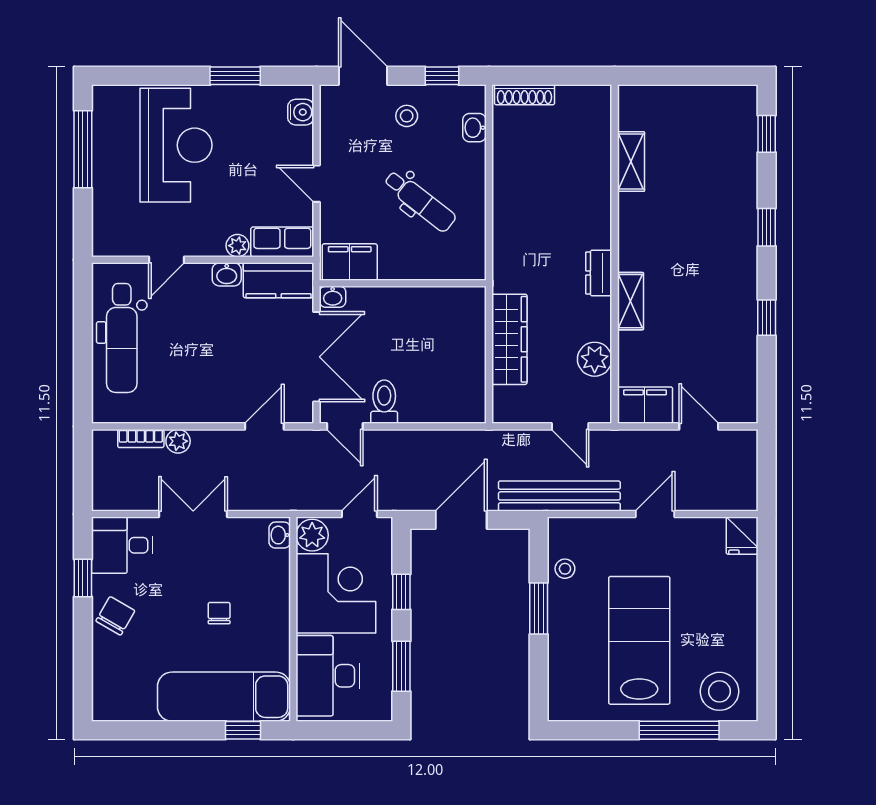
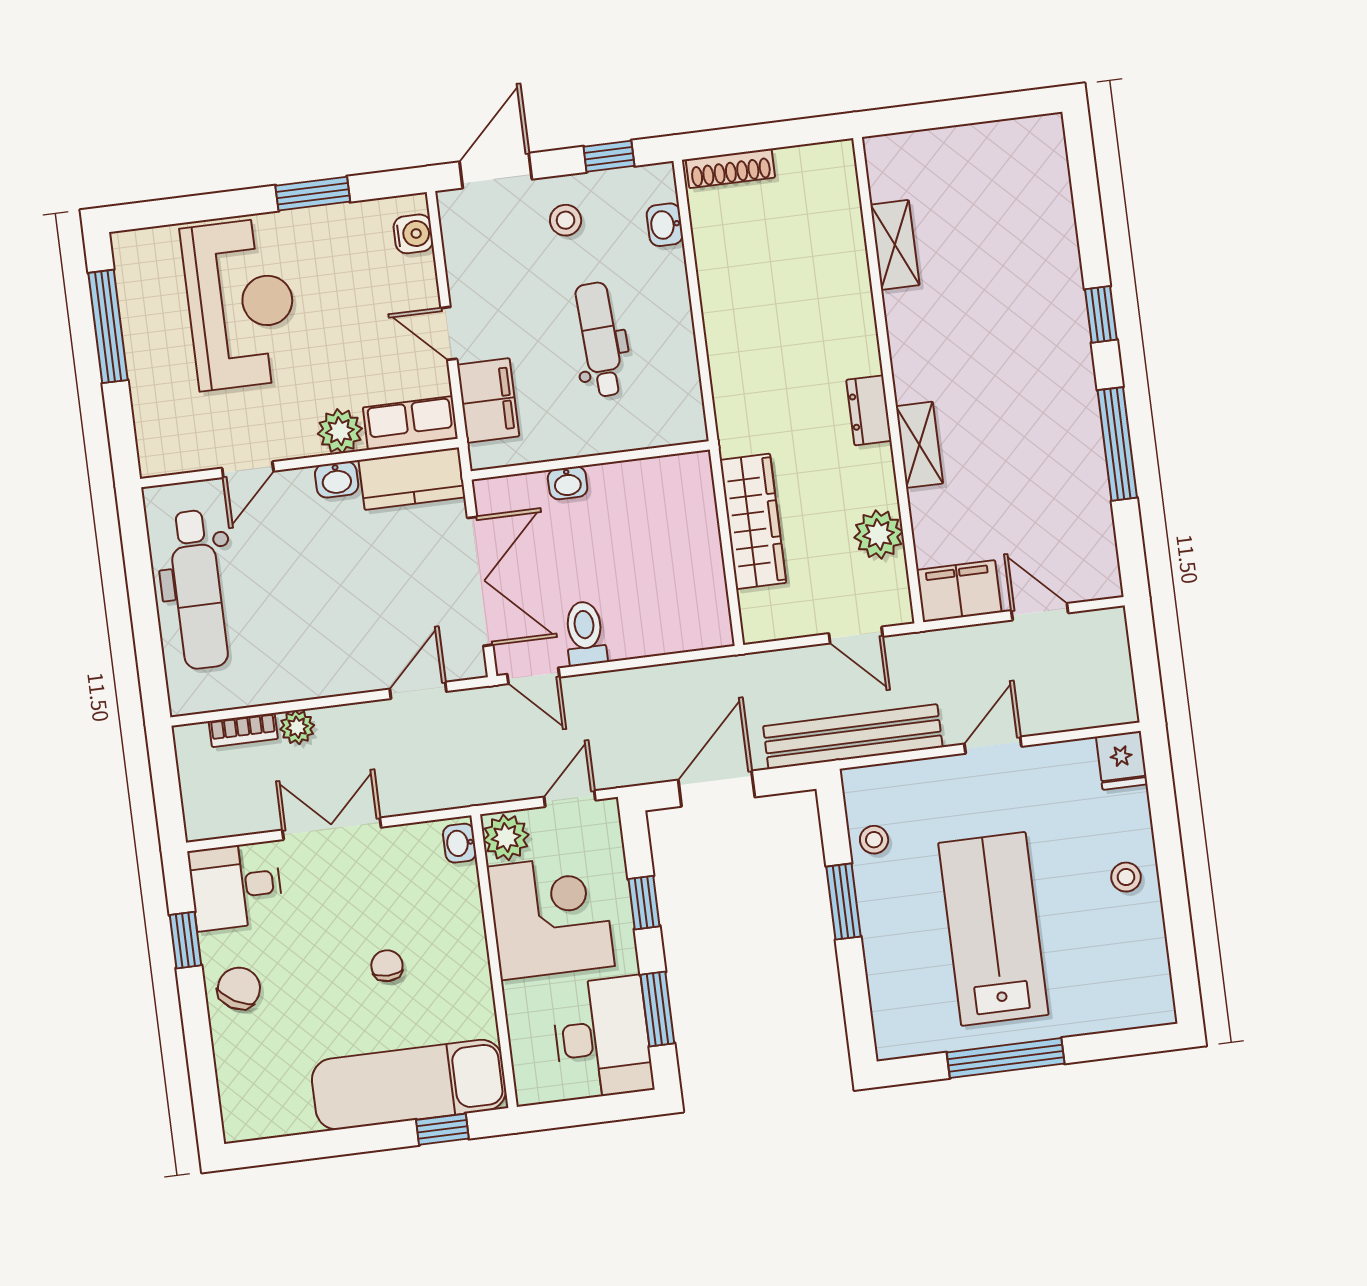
door: (363, 76) -> (496, 171), hinge flipped
window: (767, 134) -> (1084, 181), removed
dental chair: (420, 201) -> (600, 340), turned -131
plant: (237, 246) -> (340, 431), width x1.38, depth x1.38
filing cabinet: (350, 262) -> (488, 400), moved, turned 90
washbasin: (333, 297) -> (568, 483), moved
window: (767, 318) -> (1117, 444), width x2.17
desk: (328, 676) -> (602, 1038), moved, turned 180
stool: (719, 691) -> (1126, 877), moved, width x0.53, depth x0.53
window: (679, 730) -> (1006, 1058), moved

